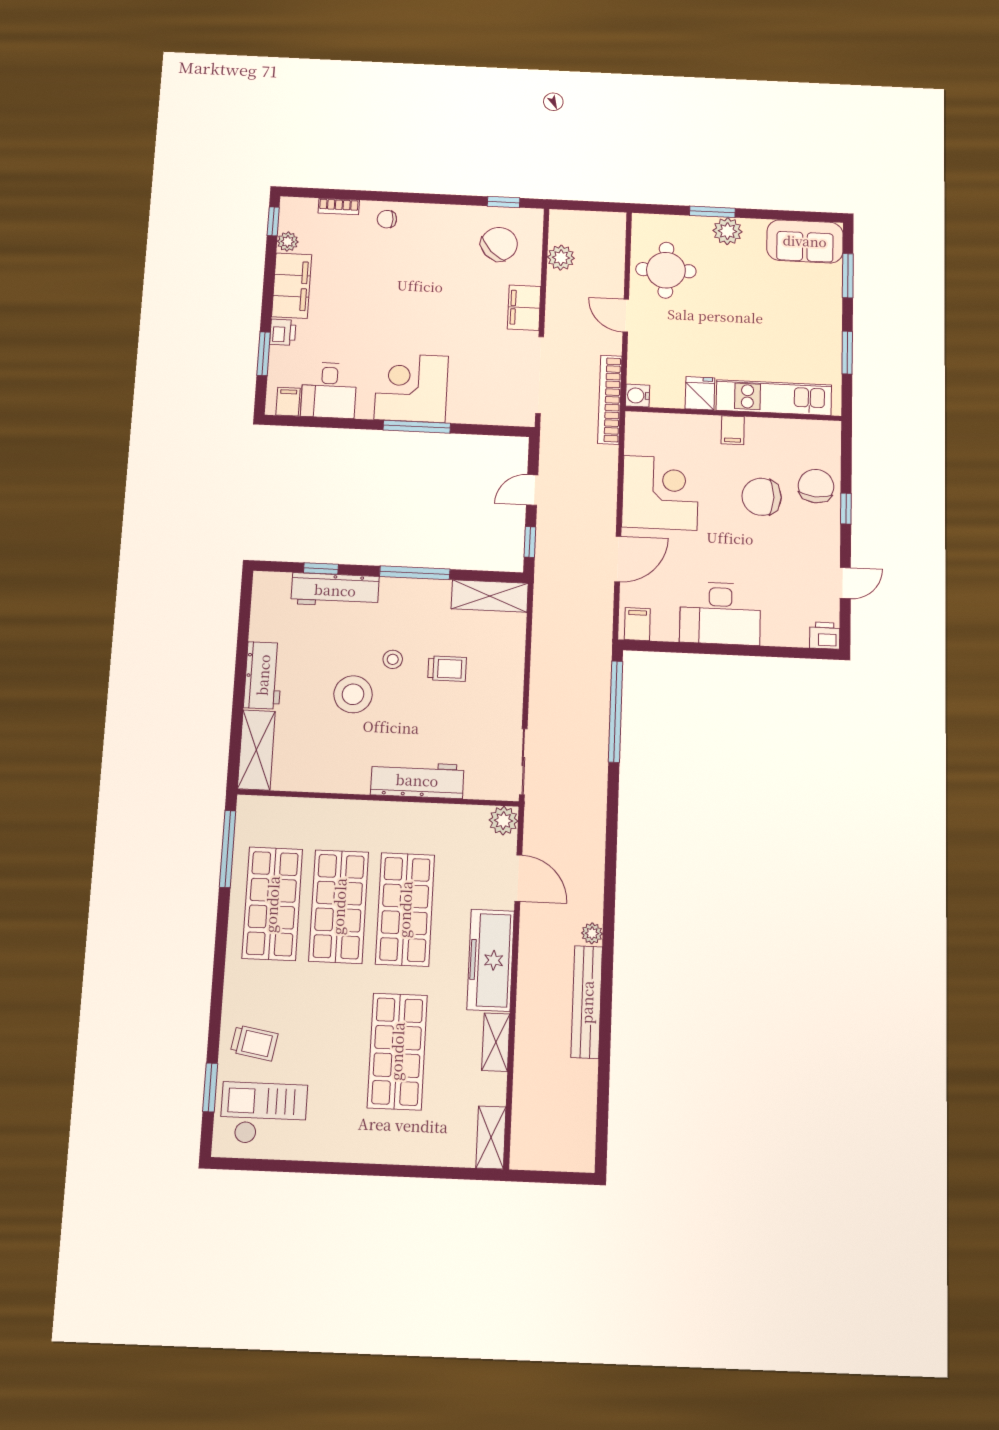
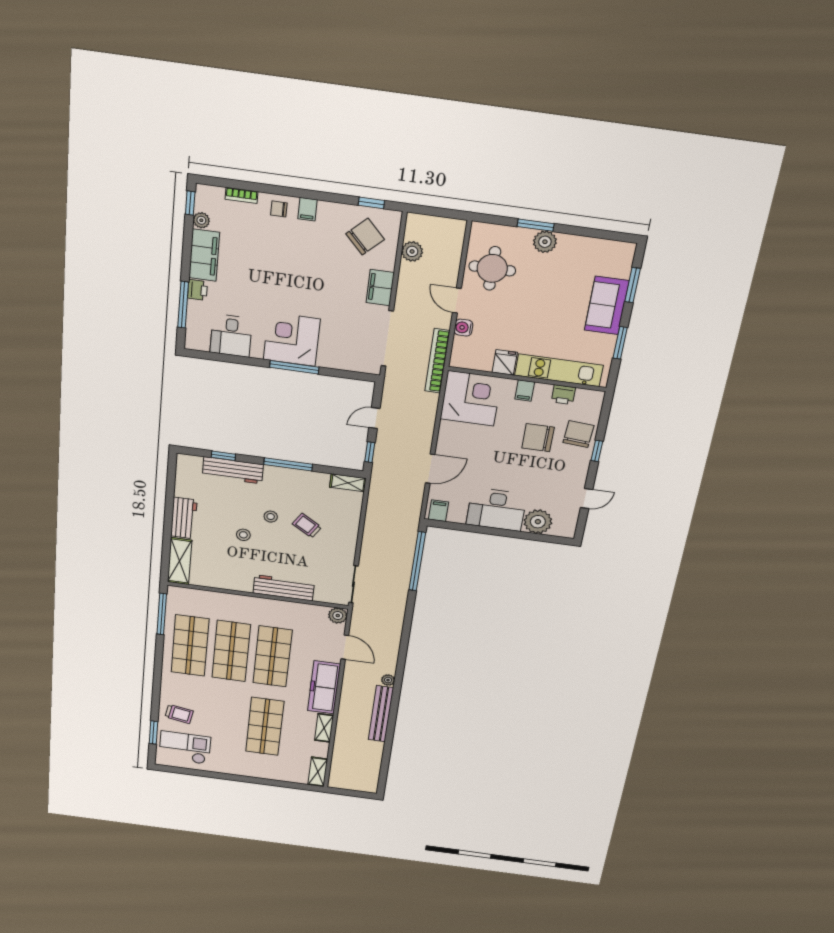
sofa: (805, 241) -> (607, 305), moved, turned 90
window: (264, 354) -> (183, 305), width x1.44
water cooler: (638, 396) -> (463, 328), moved
filing cabinet: (288, 402) -> (307, 209), moved, turned 180
corner desk: (660, 493) -> (471, 398), moved
shelving: (490, 596) -> (348, 483), width x0.67, depth x0.75
plant: (782, 627) -> (538, 522), added
printer: (825, 636) -> (563, 395), moved, turned 180
trolley: (447, 669) -> (307, 526), turned -148
stool: (353, 694) -> (243, 535), width x0.53, depth x0.53

